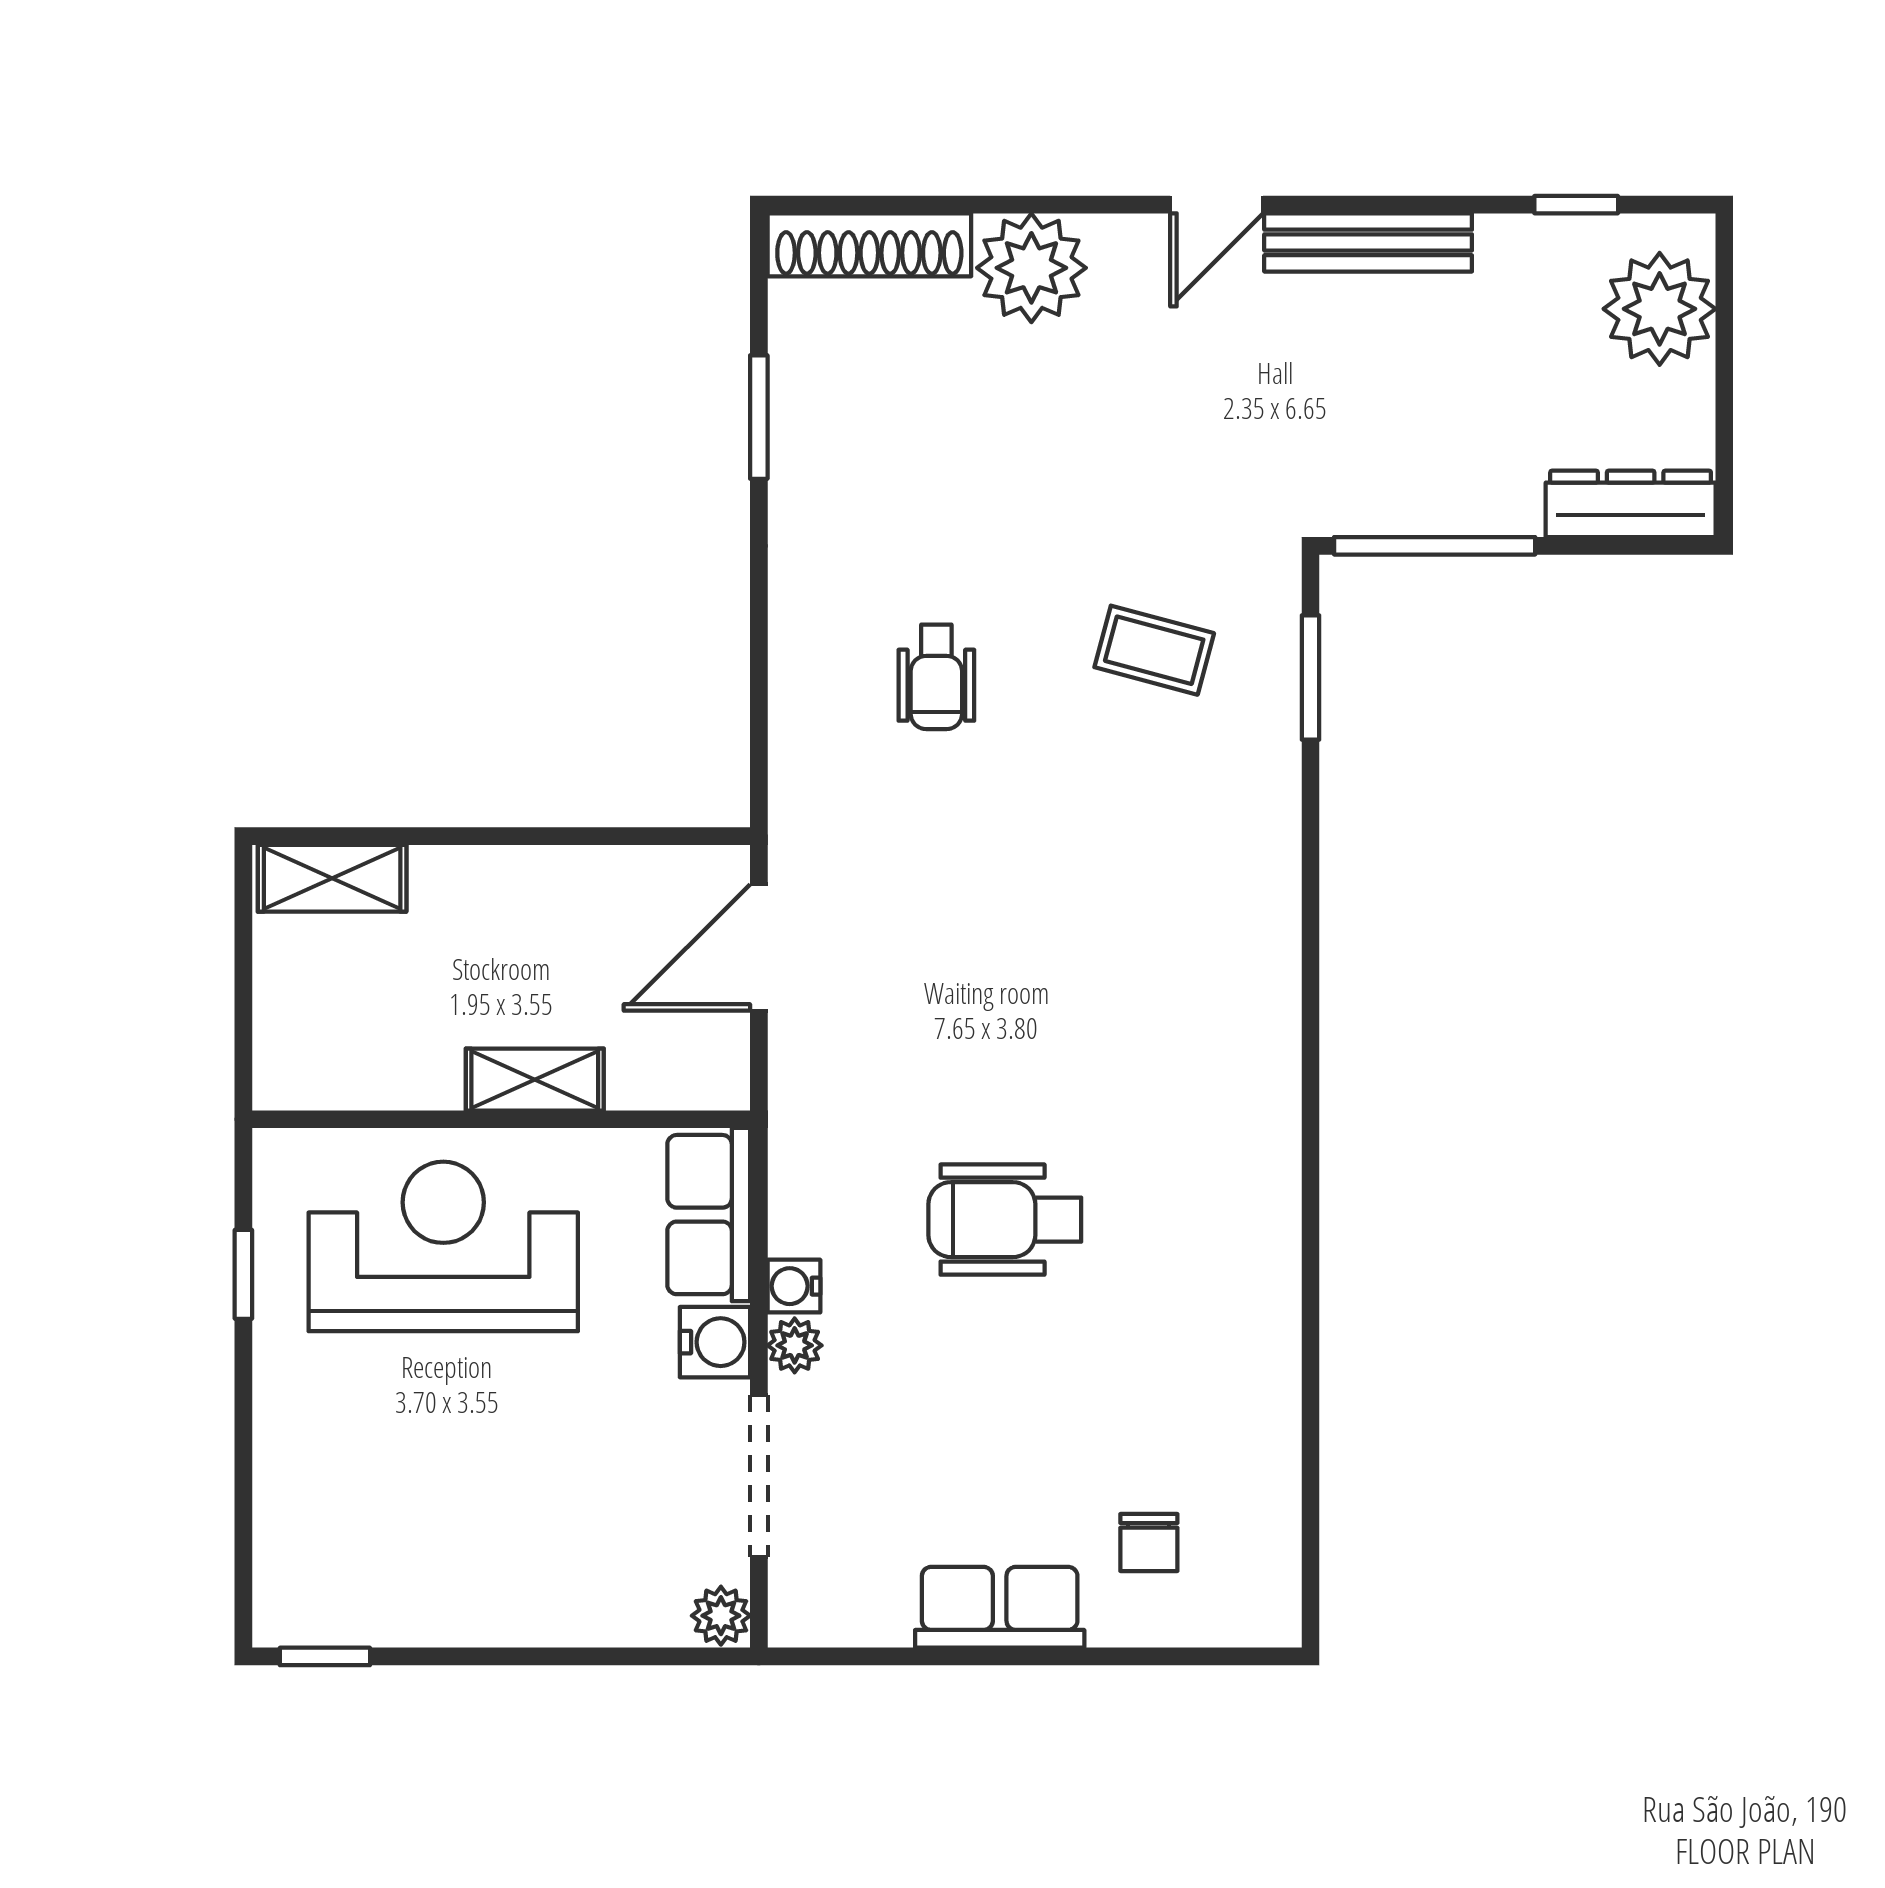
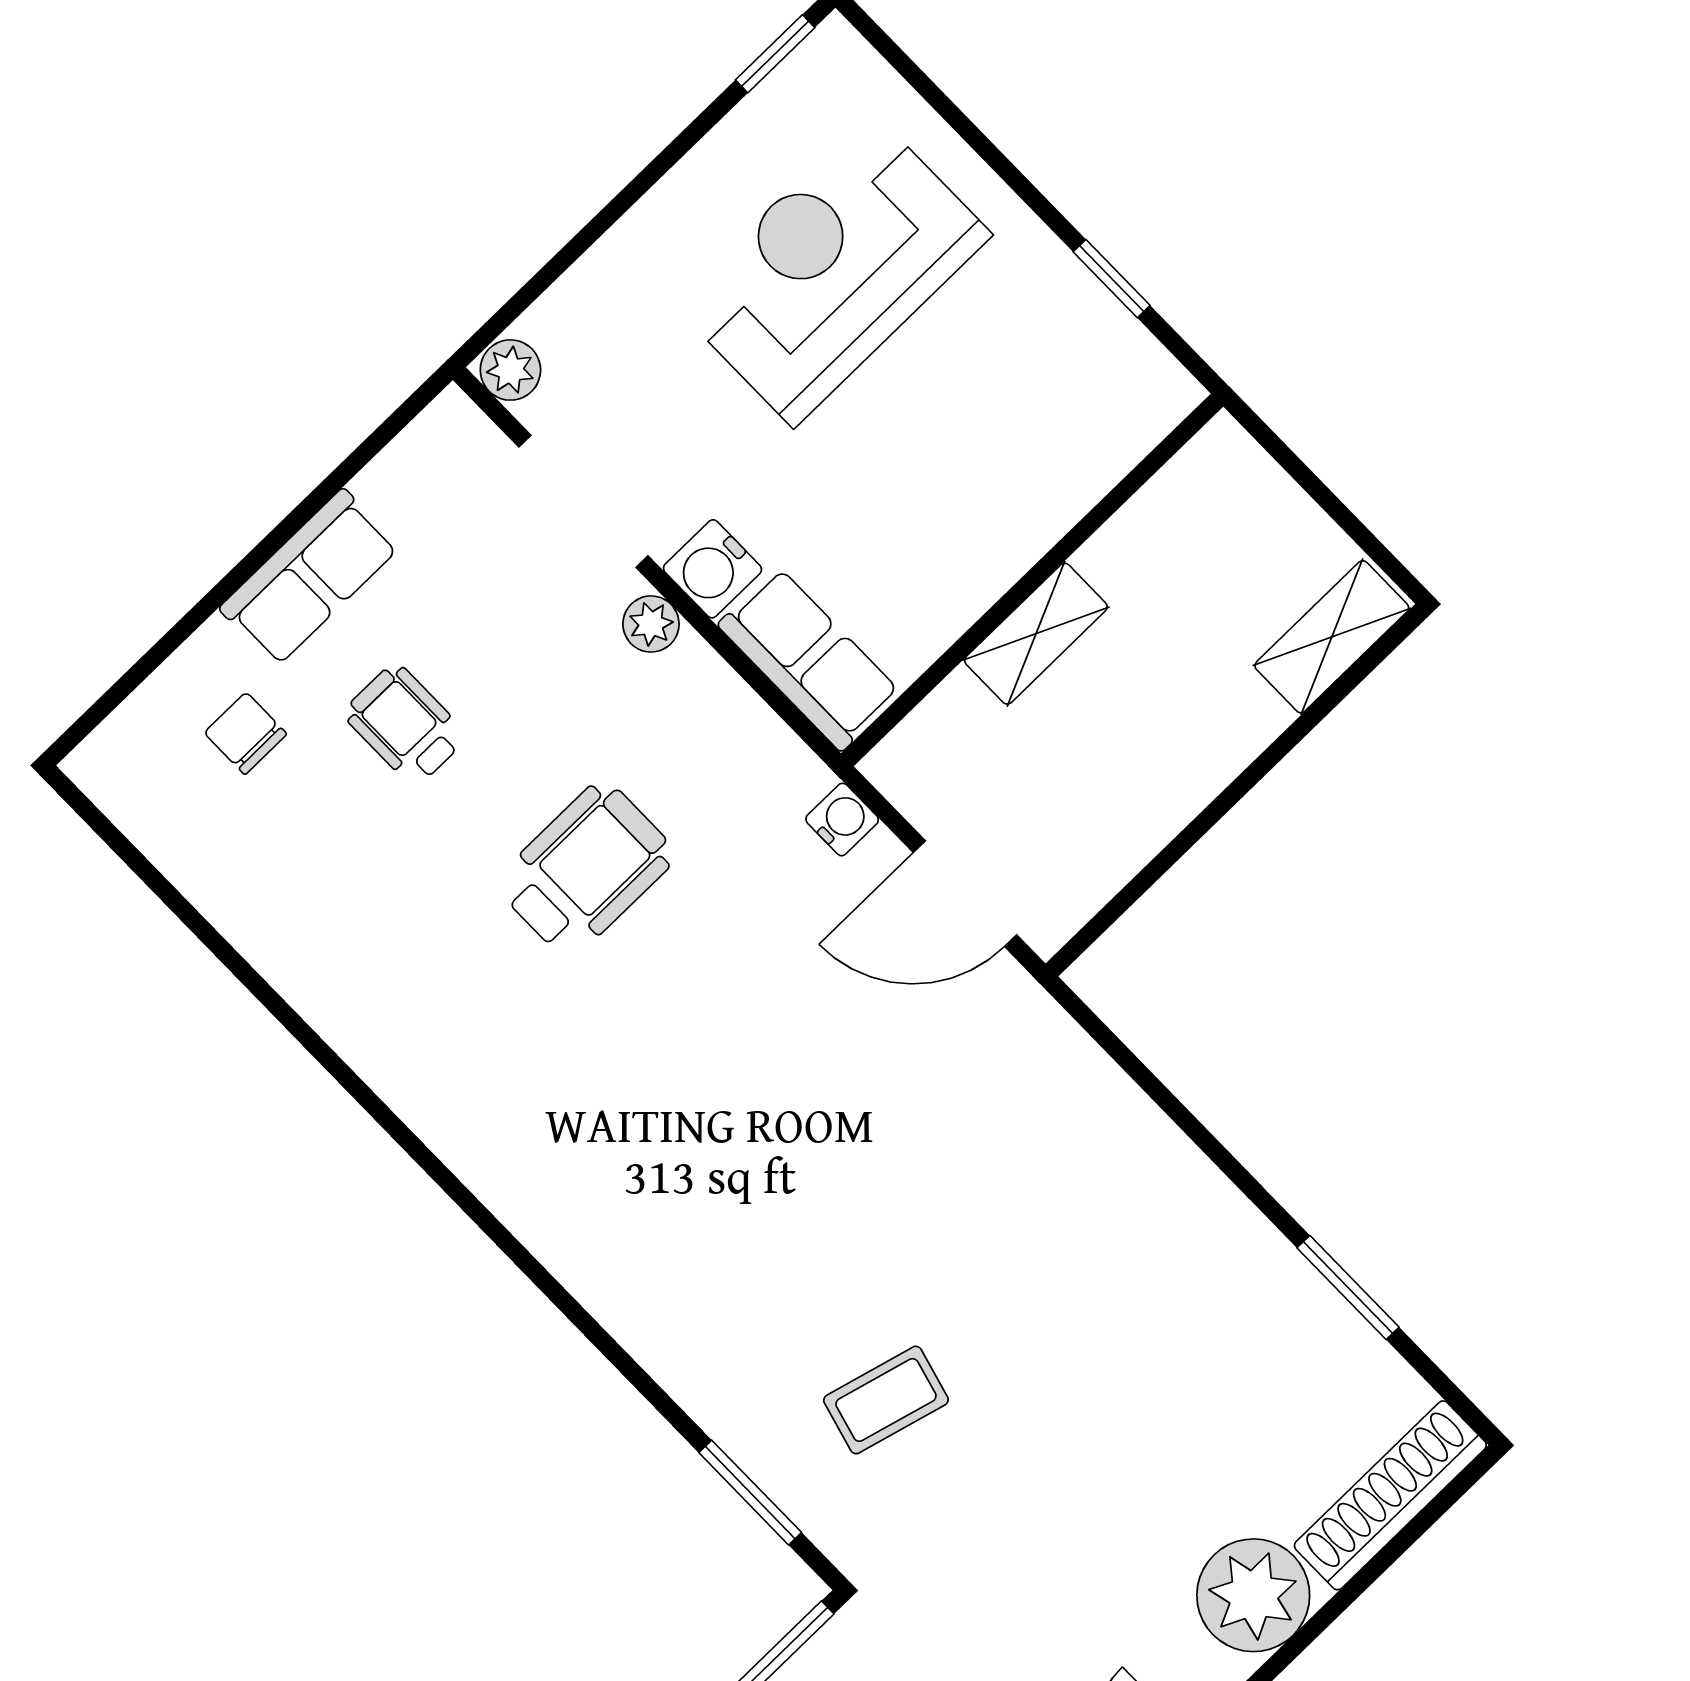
wheelchair: (936, 677) -> (405, 725), moved
door: (759, 947) -> (965, 894), swing flipped
reception desk: (443, 1246) -> (832, 269), moved, turned 180
water cooler: (794, 1286) -> (842, 819), moved

